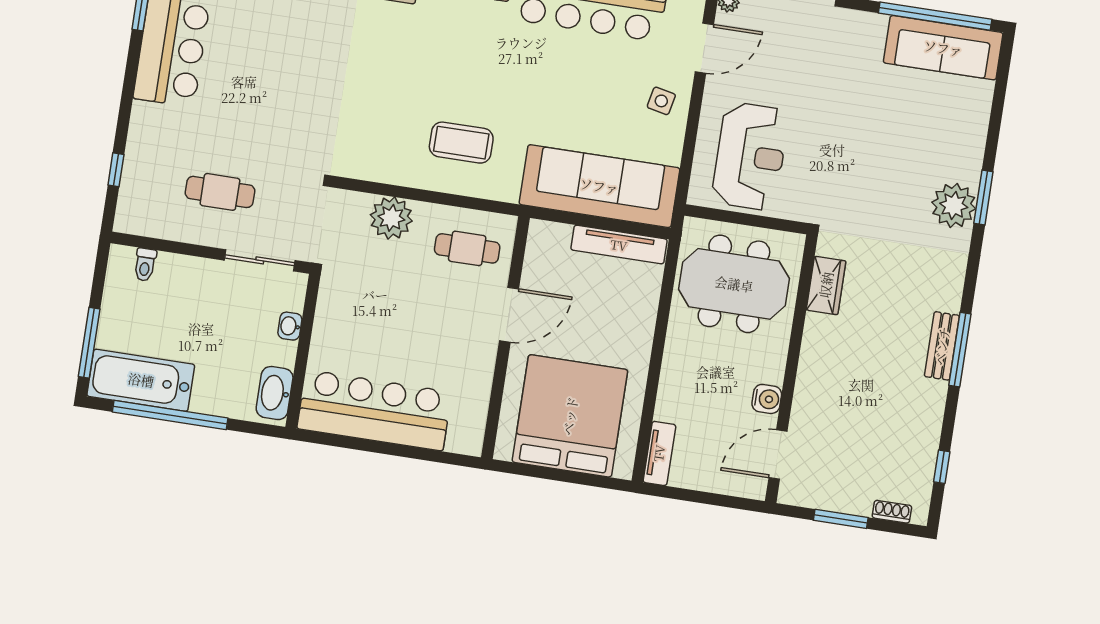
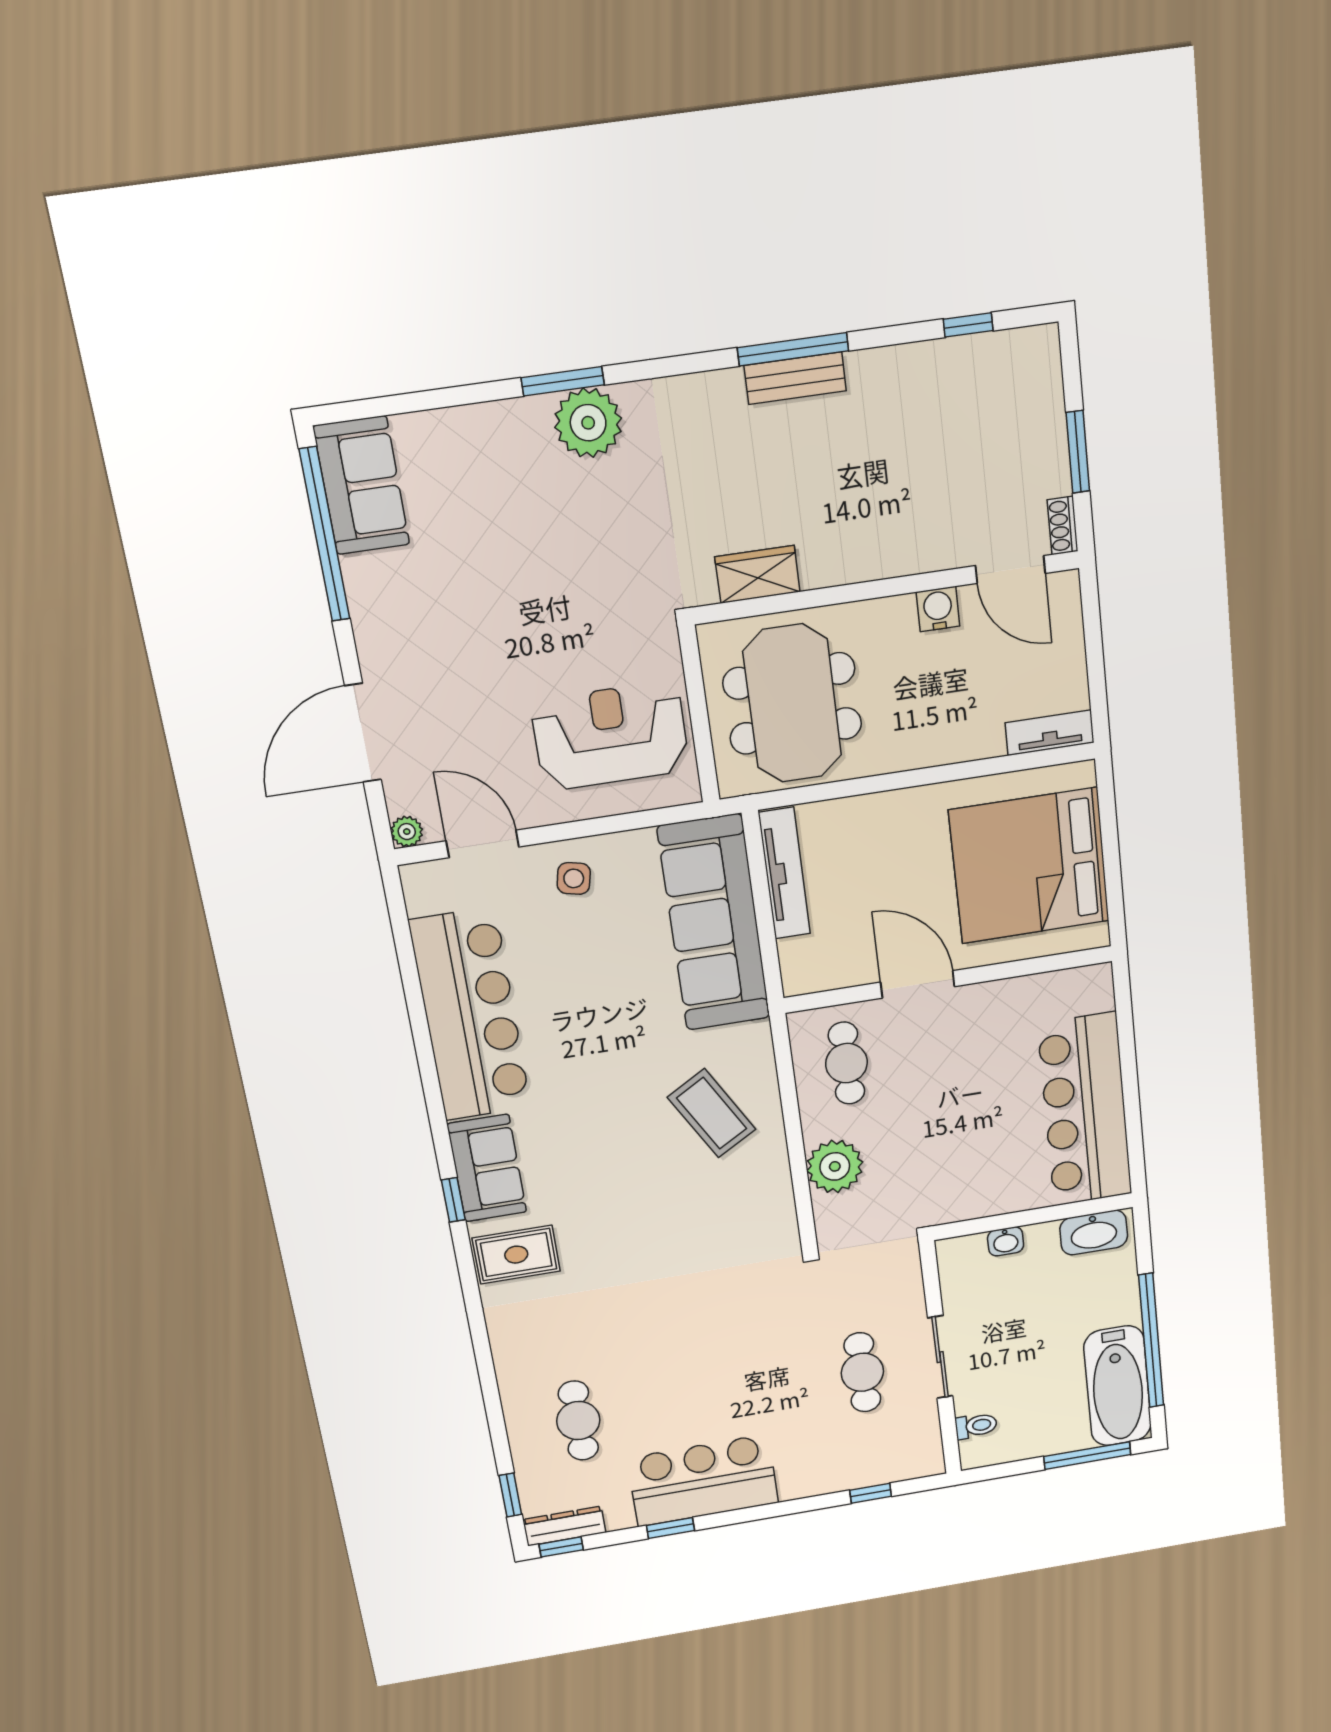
sofa: (943, 48) -> (362, 485), width x0.73
coffee table: (461, 143) -> (712, 1113), turned -30
sliding door: (260, 260) -> (940, 1357), moved
shoe rack: (892, 512) -> (1063, 525), moved

